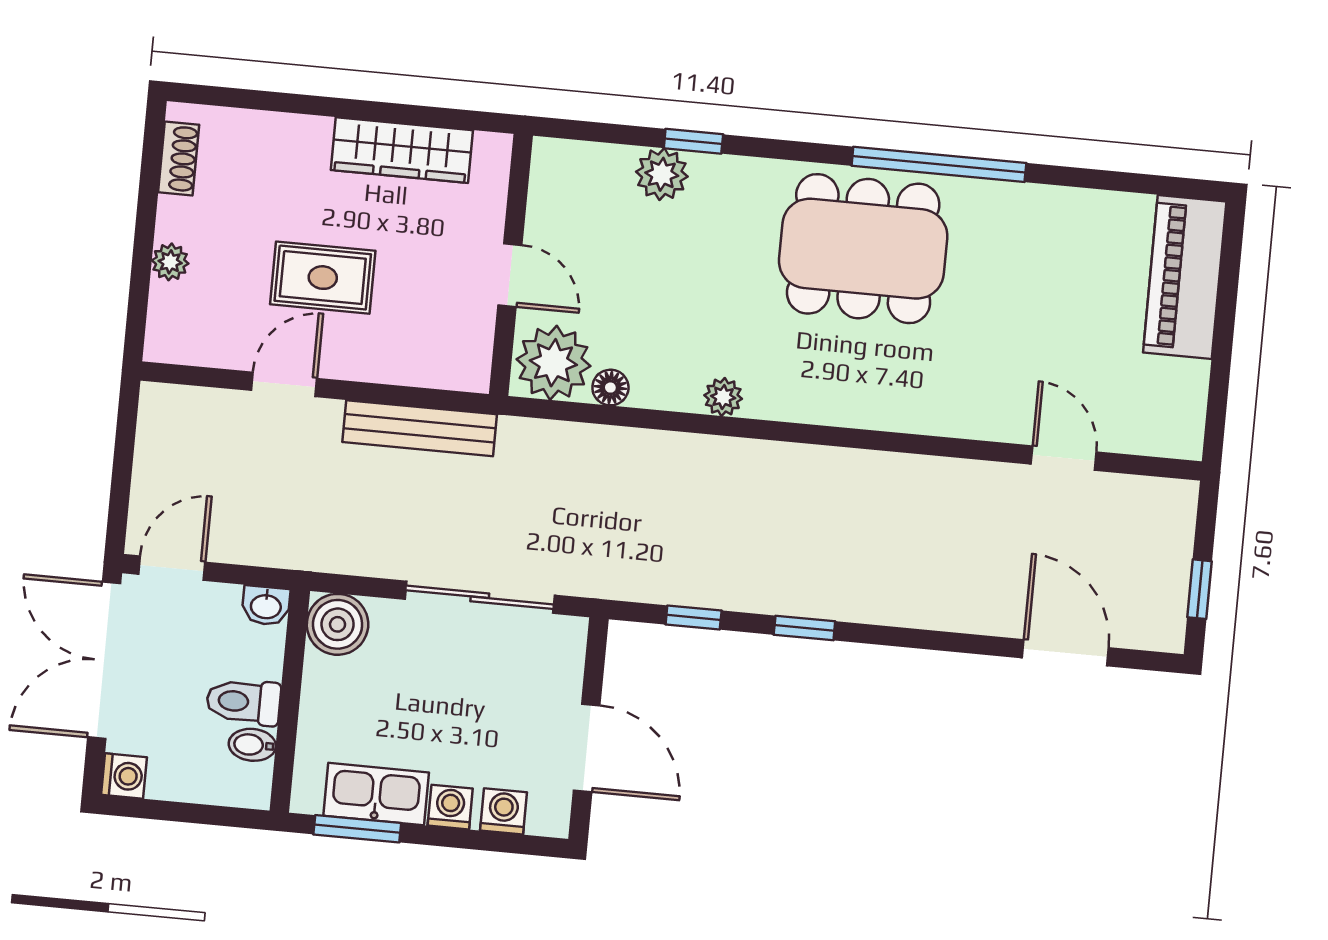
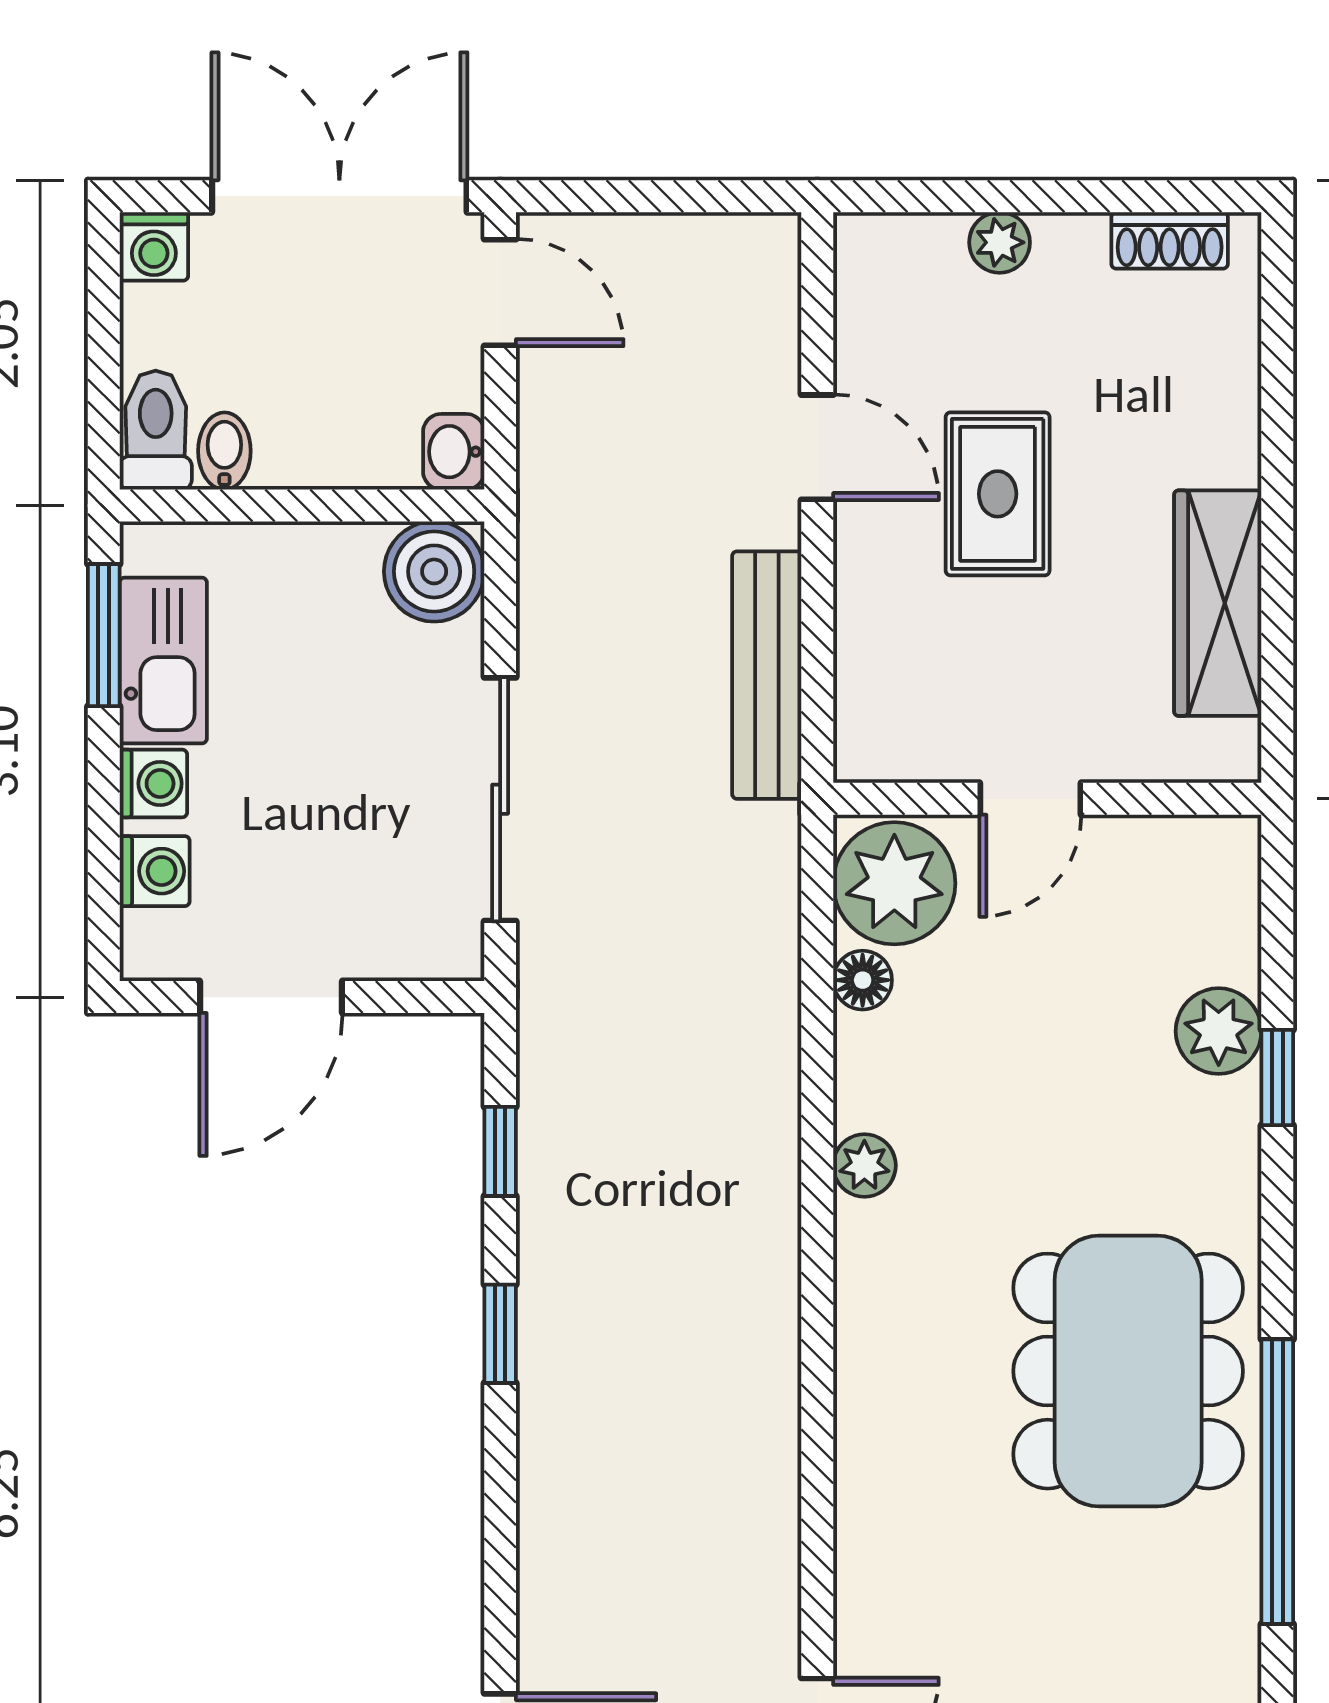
toilet: (244, 702) -> (156, 430), moved

